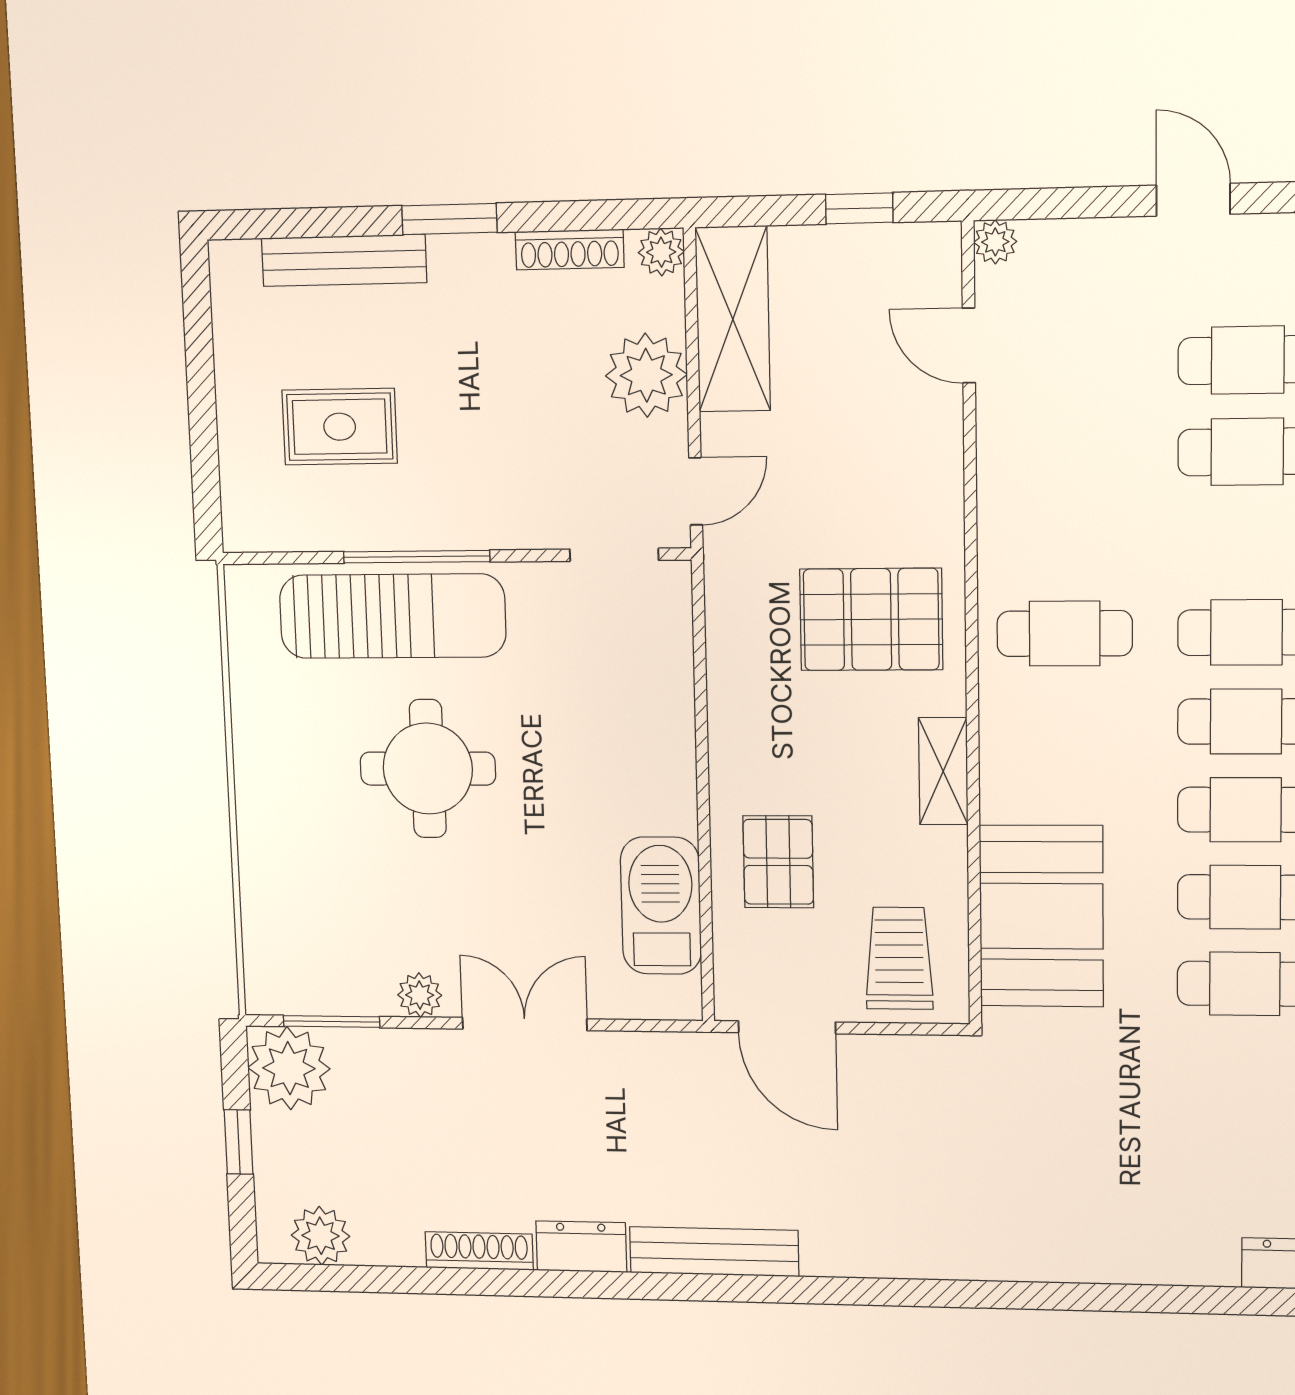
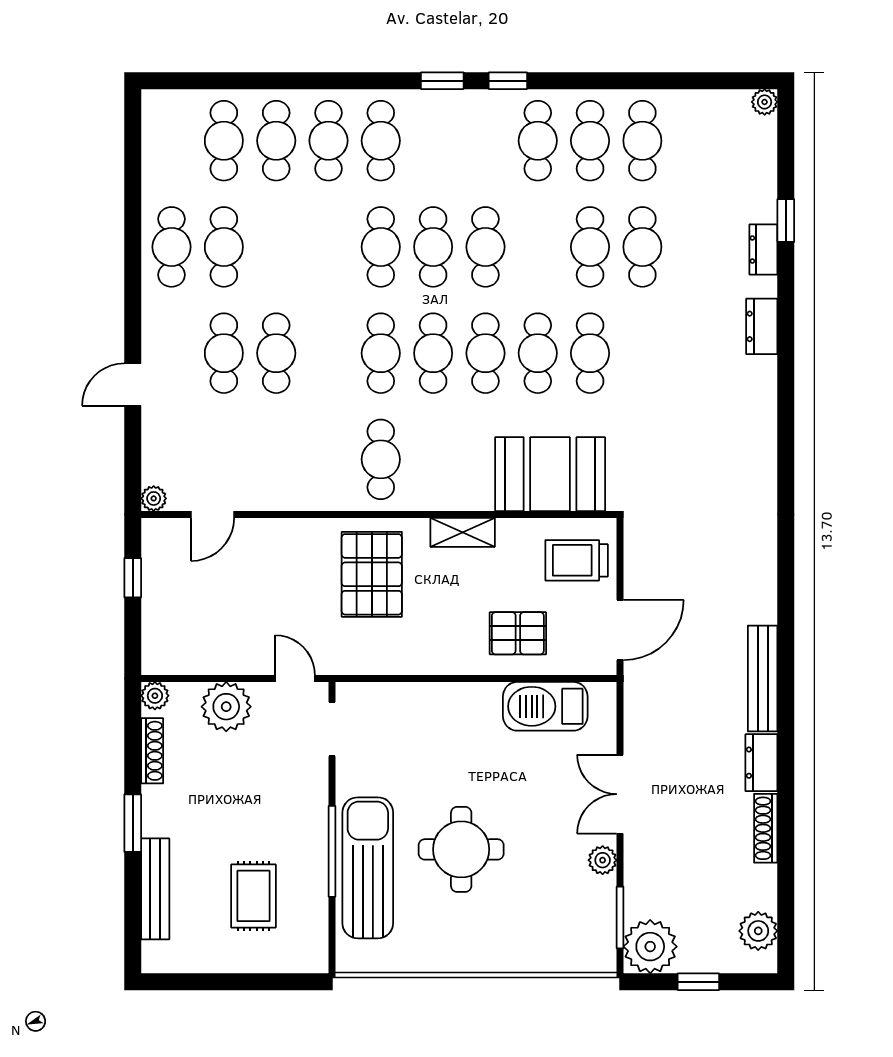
shelving: (733, 319) -> (195, 654), removed

